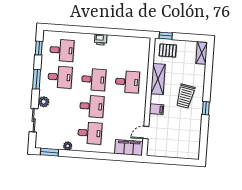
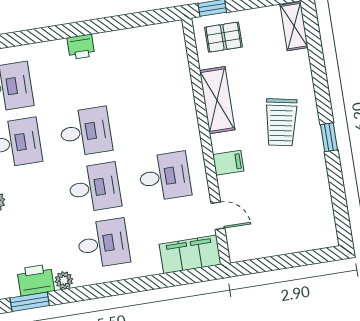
desk: (127, 82) -> (165, 177), moved
door: (146, 133) -> (218, 216), swing flipped
printer: (55, 143) -> (36, 280), added

